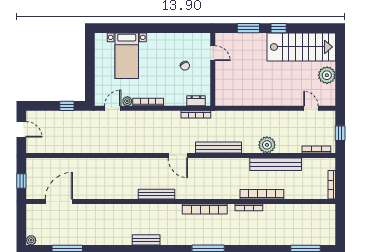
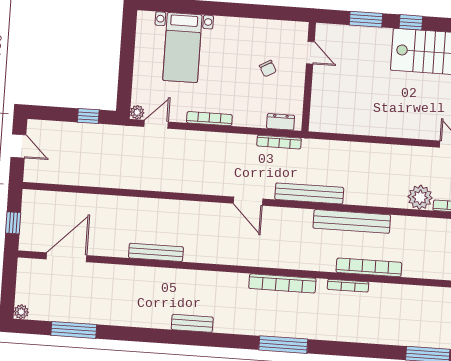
plant: (127, 101) -> (137, 112), moved
plant: (267, 145) -> (420, 197), moved
bench: (276, 164) -> (352, 221), moved
bench: (156, 194) -> (156, 252), moved

